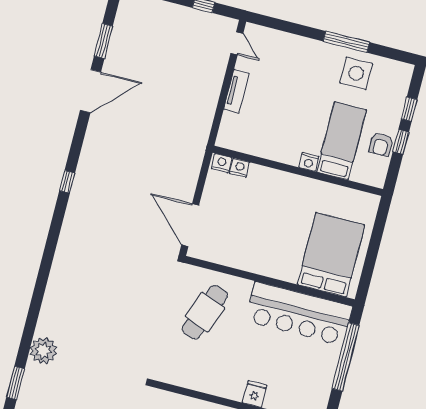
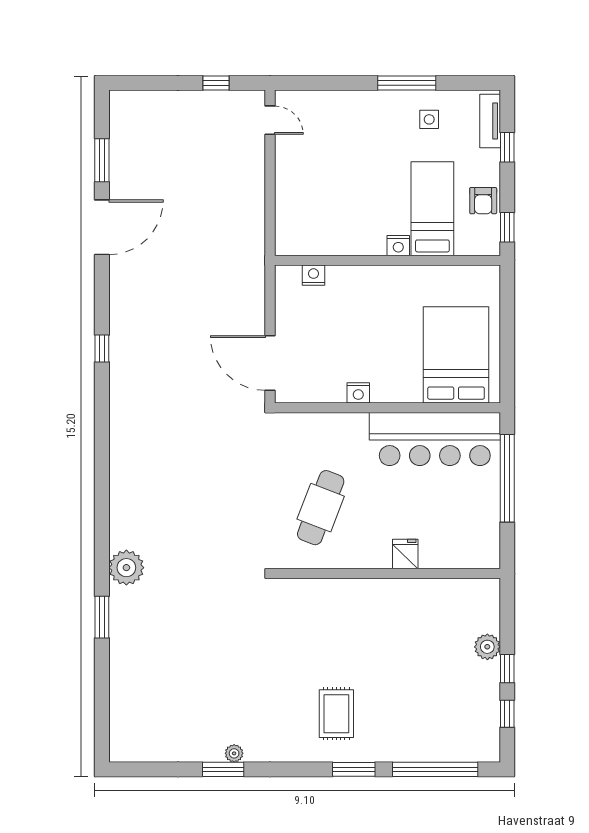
side table: (356, 73) -> (429, 119), width x0.54, depth x0.54
tv unit: (236, 91) -> (490, 121), moved, turned 180
window: (401, 142) -> (507, 227), moved
nightstand: (222, 163) -> (358, 393), moved, turned 180
cafe table: (205, 312) -> (321, 508), moved

